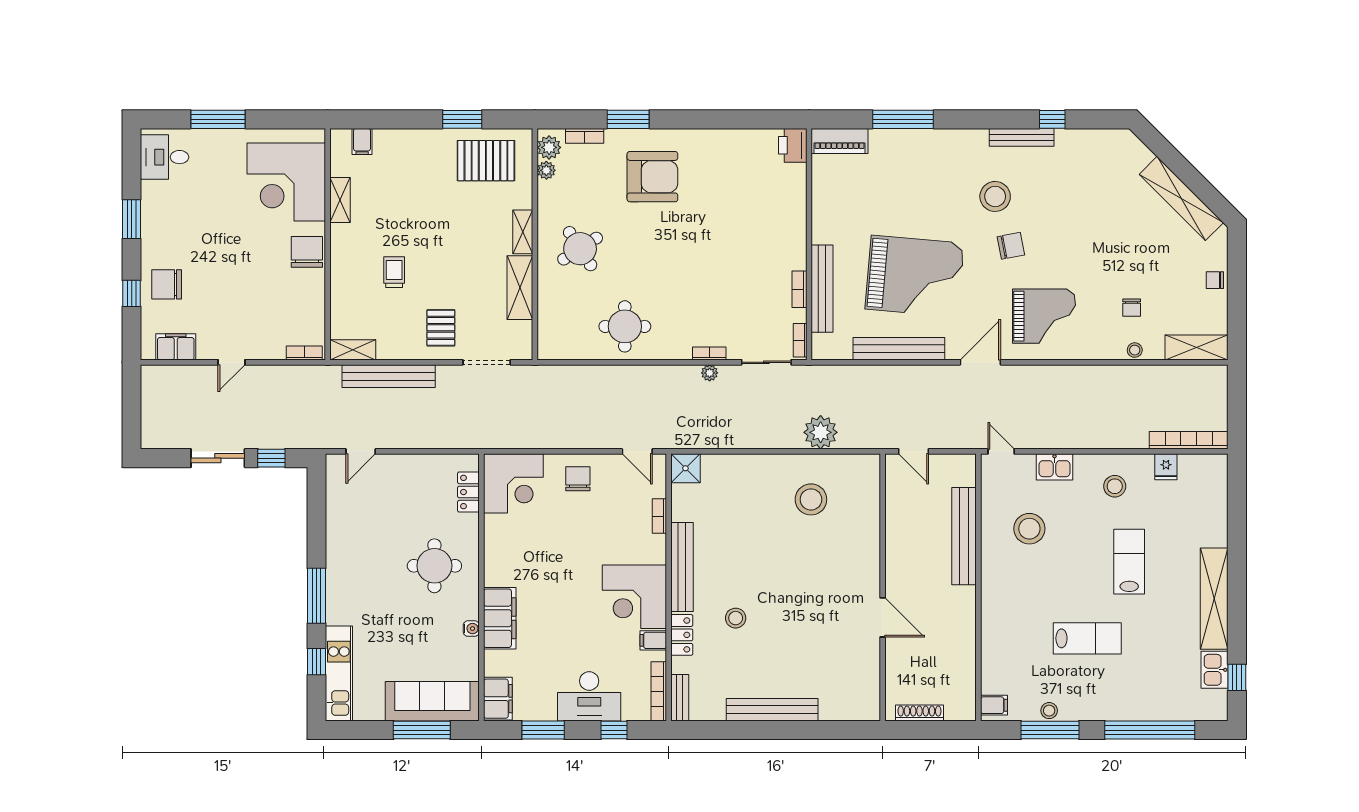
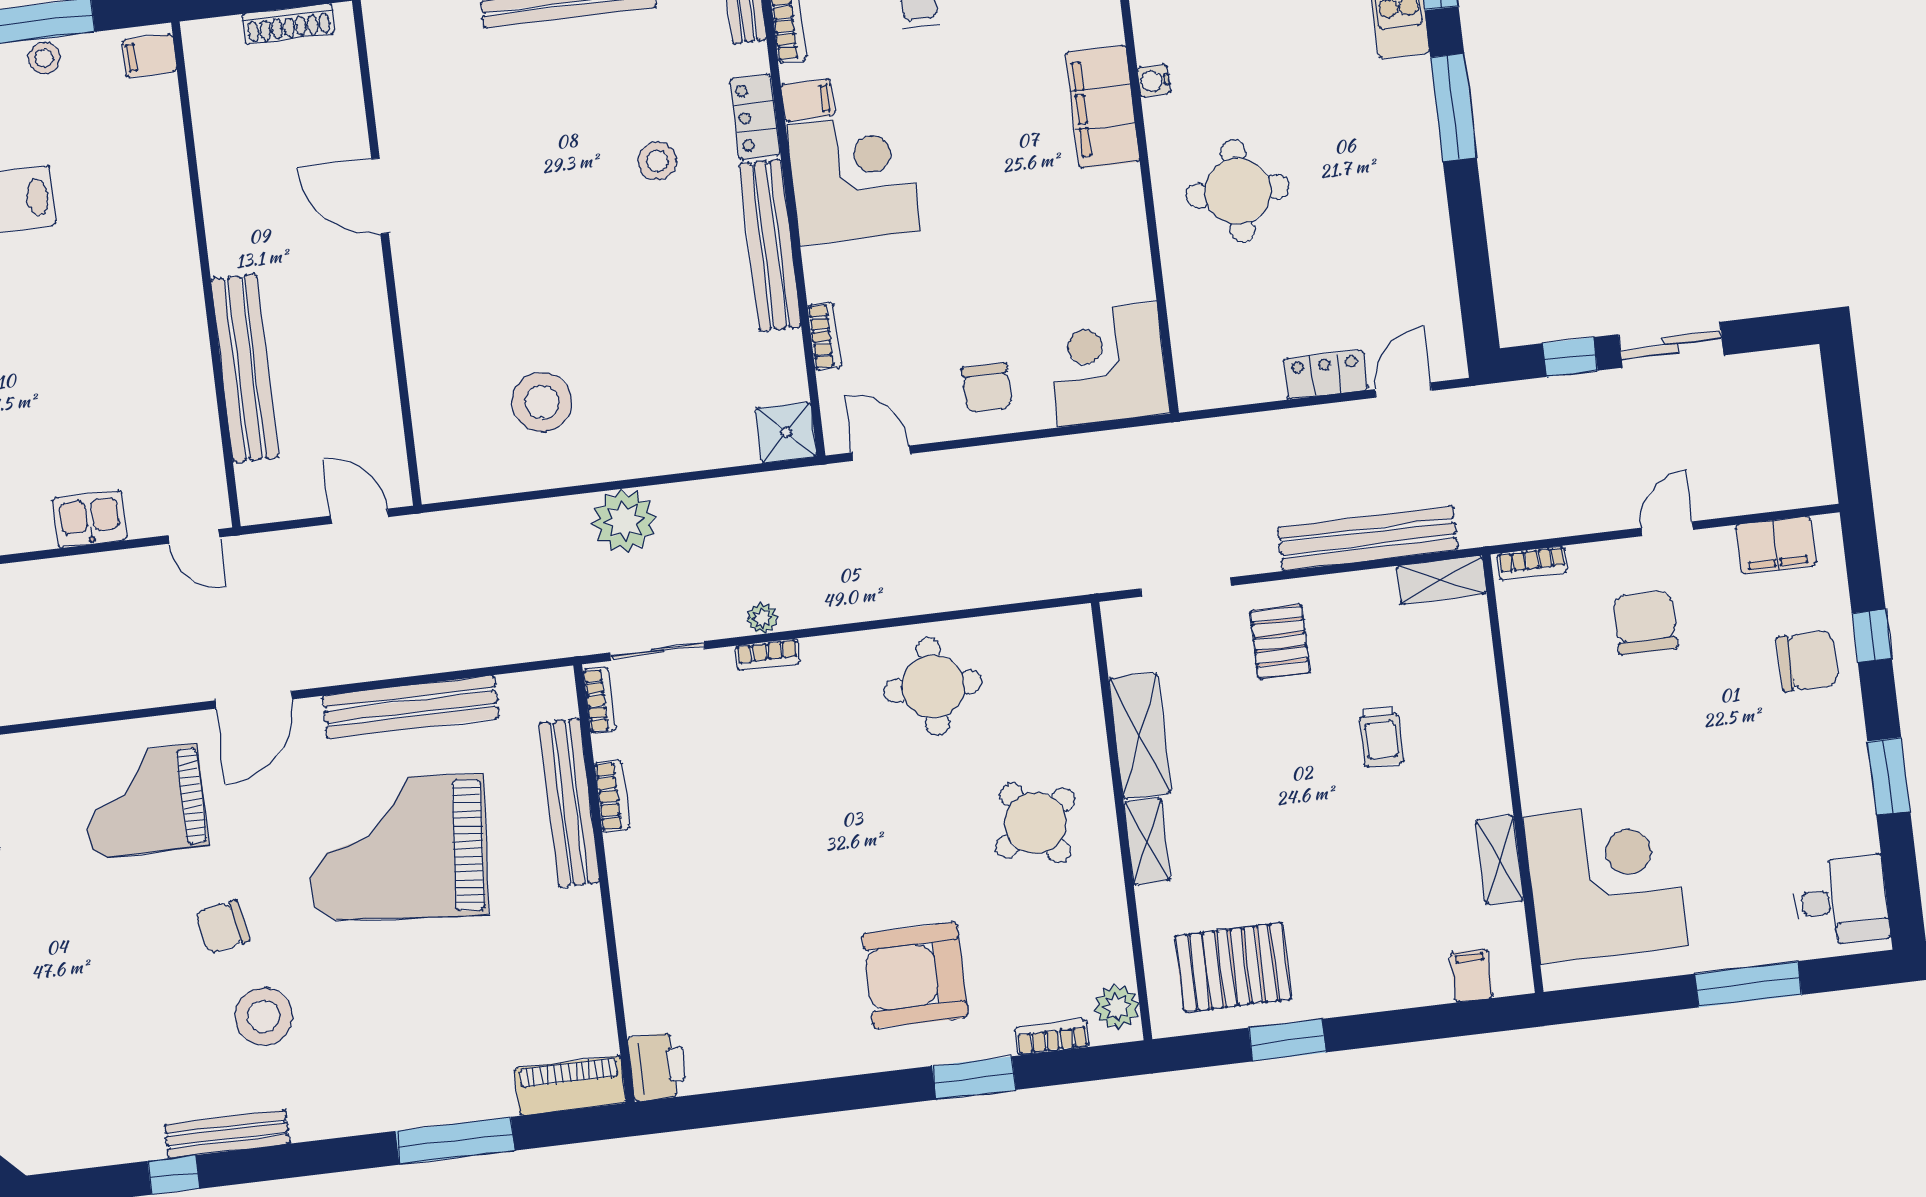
plant: (546, 170) -> (1117, 963), removed
chair: (307, 252) -> (1645, 623), moved, turned 180
plant: (821, 432) -> (624, 521), moved
locker: (468, 492) -> (1326, 375), moved, turned -90
stool: (1029, 529) -> (123, 397), removed

